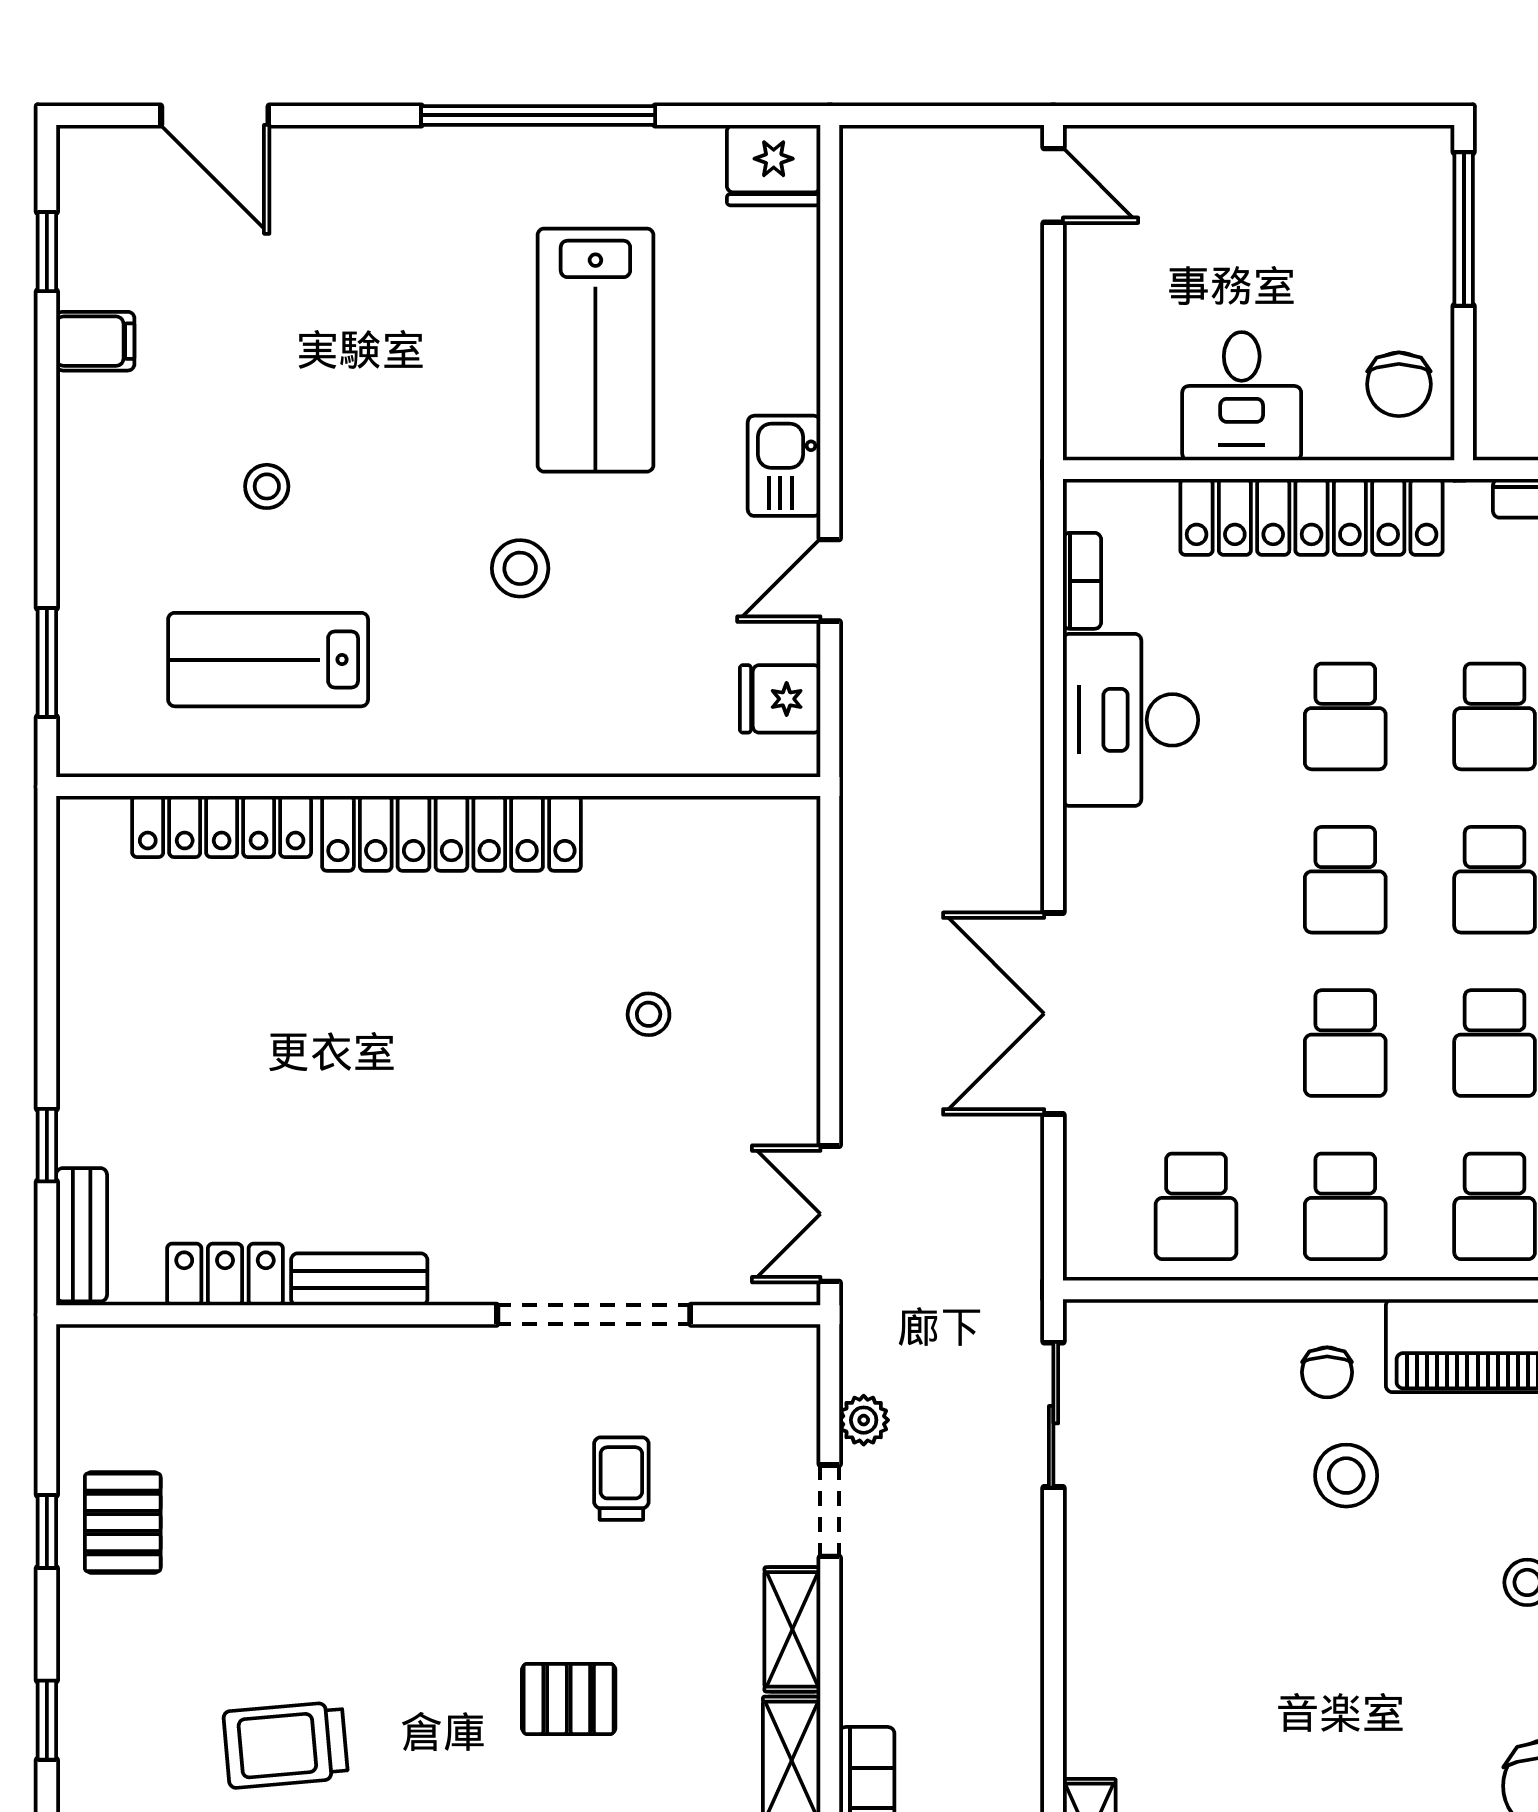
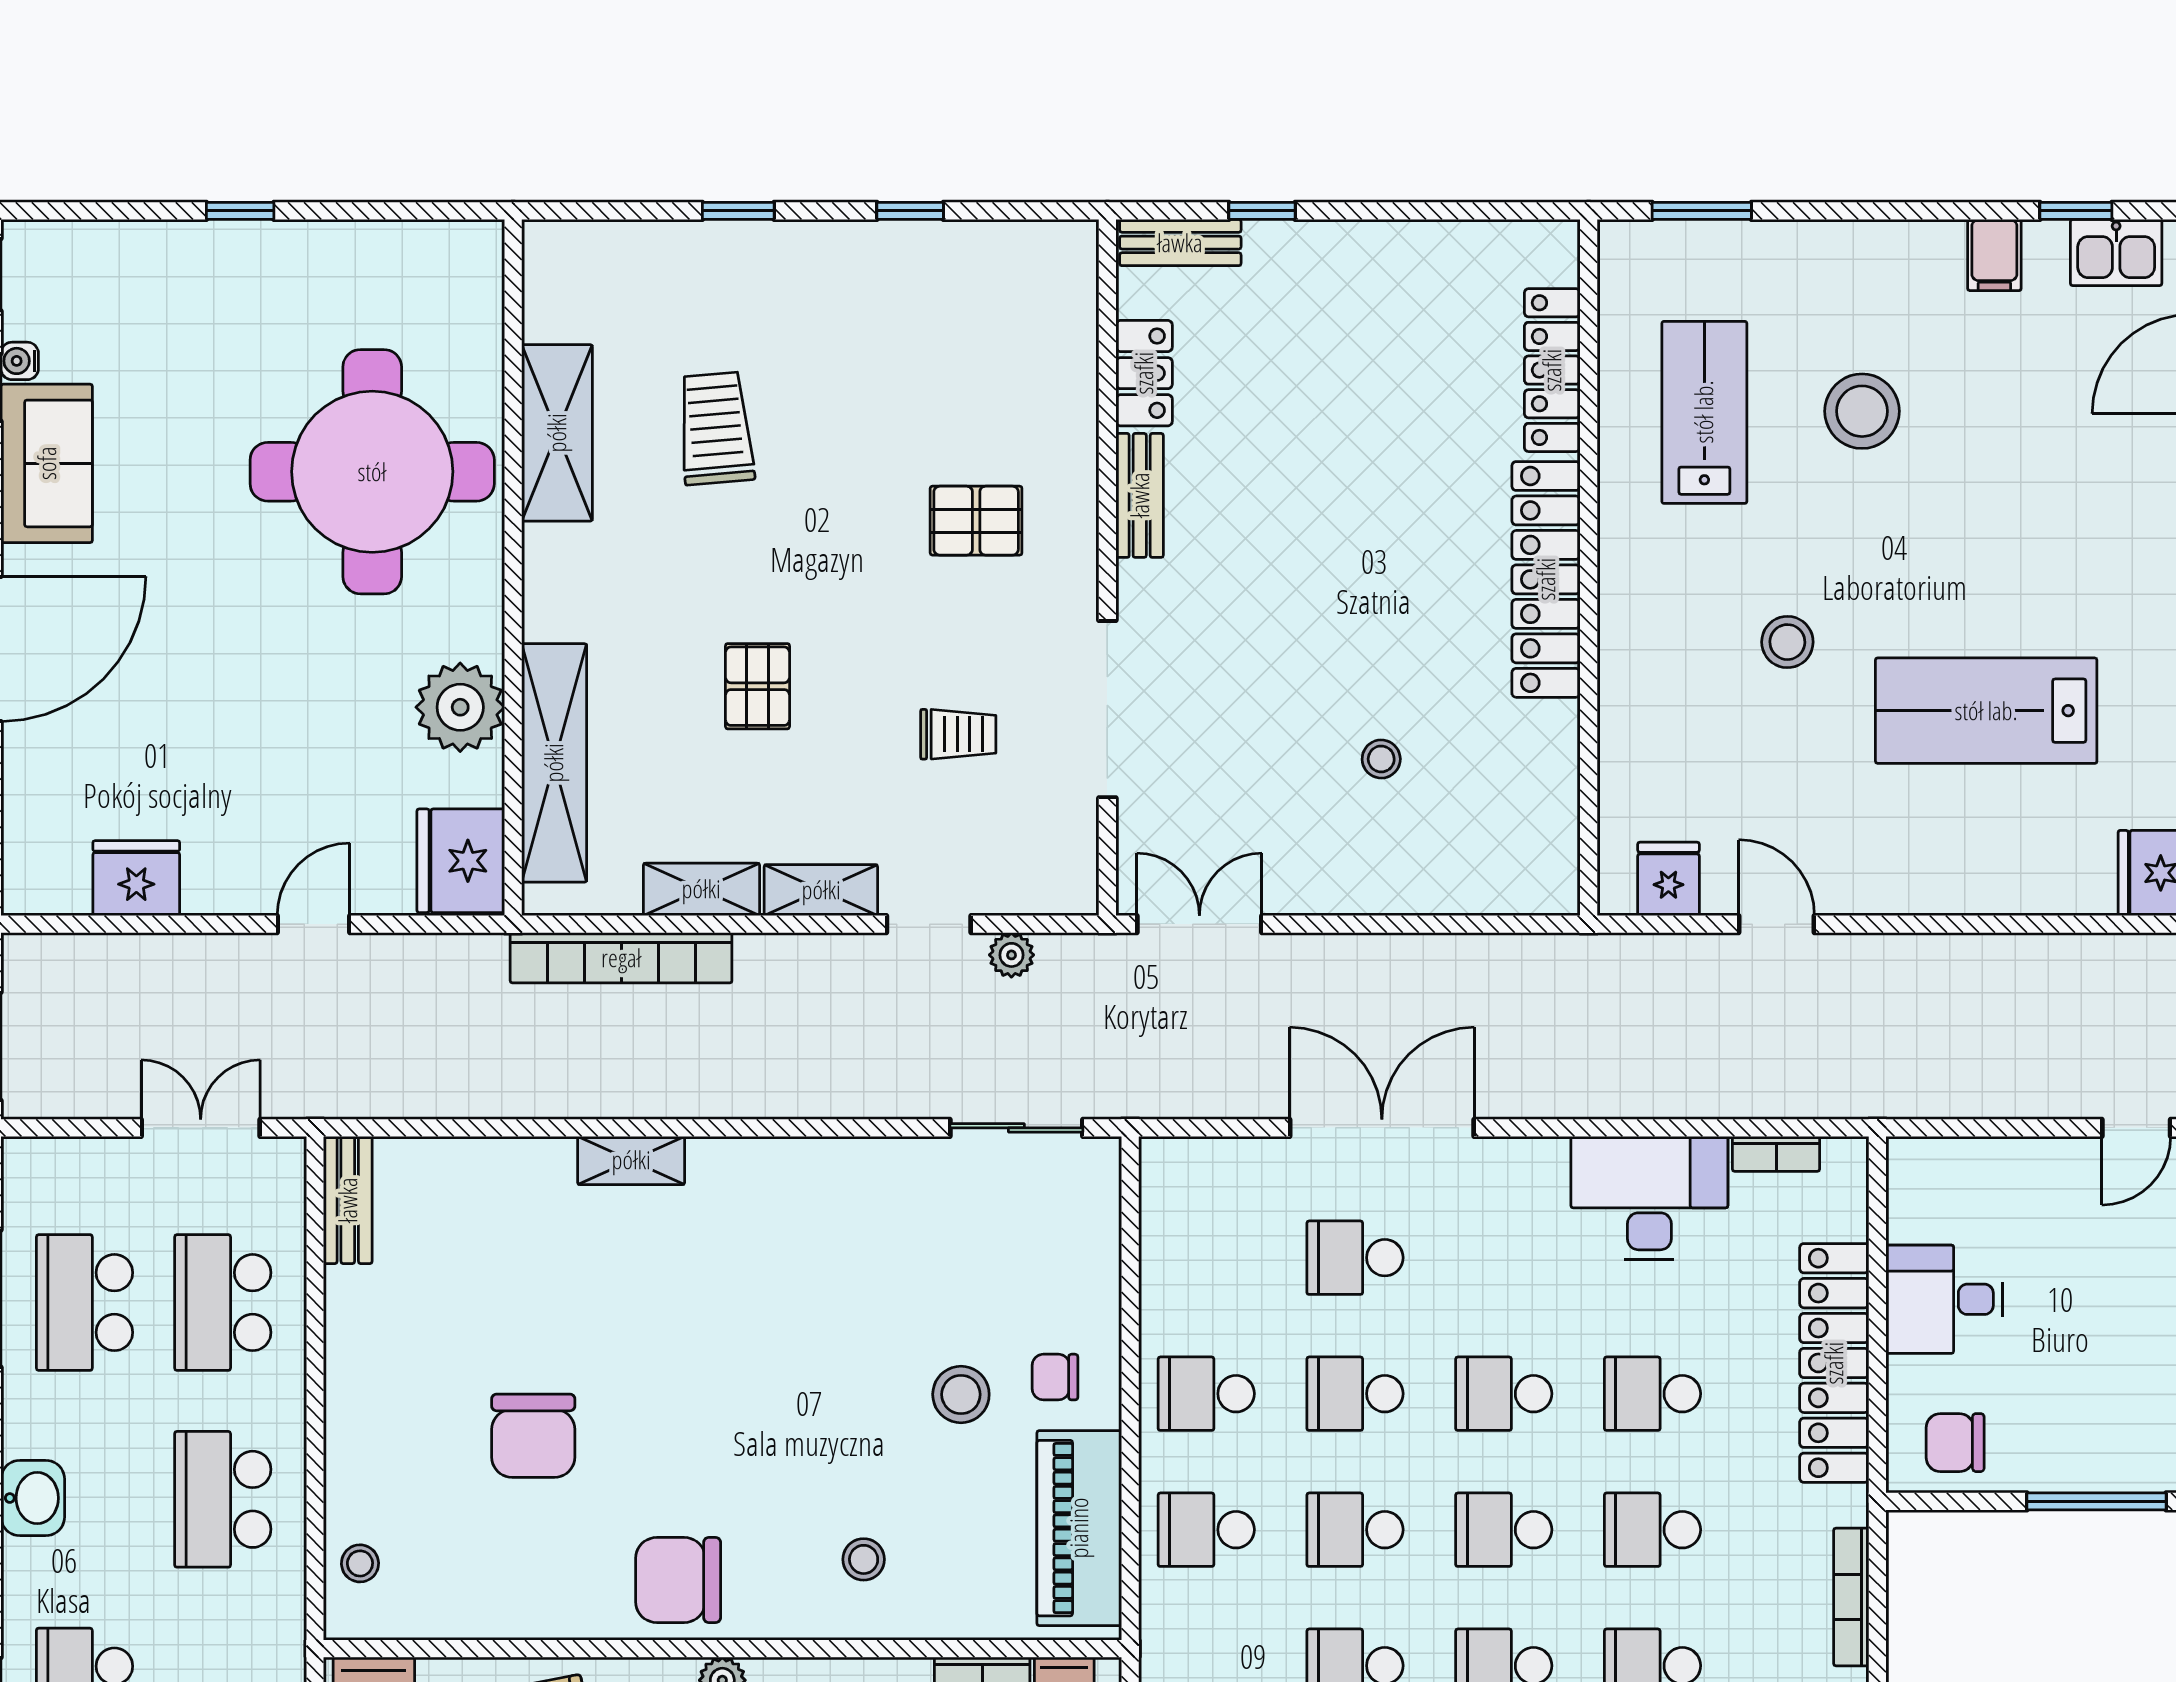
kitchen sink: (784, 466) -> (2116, 252), moved, turned 180
stool: (267, 486) -> (1862, 411), width x1.89, depth x1.89
school desk: (1196, 1206) -> (1355, 1258), moved
pallet: (123, 1522) -> (976, 521), moved

